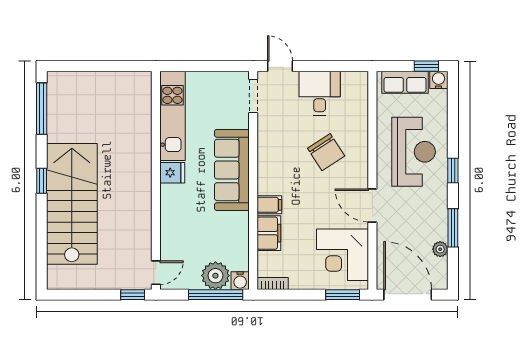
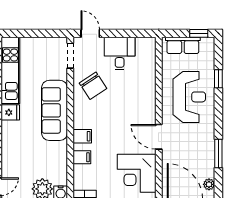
water cooler: (439, 80) -> (208, 44), removed
chair: (326, 152) -> (93, 86), moved
window: (453, 171) -> (218, 79), moved
filing cabinet: (269, 233) -> (82, 157), width x0.50
plant: (440, 249) -> (209, 184), moved

